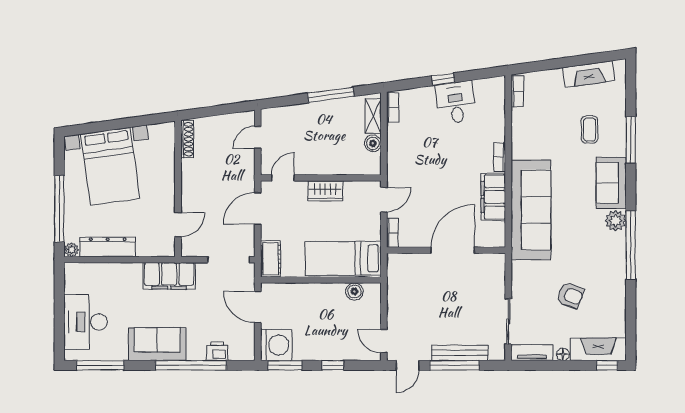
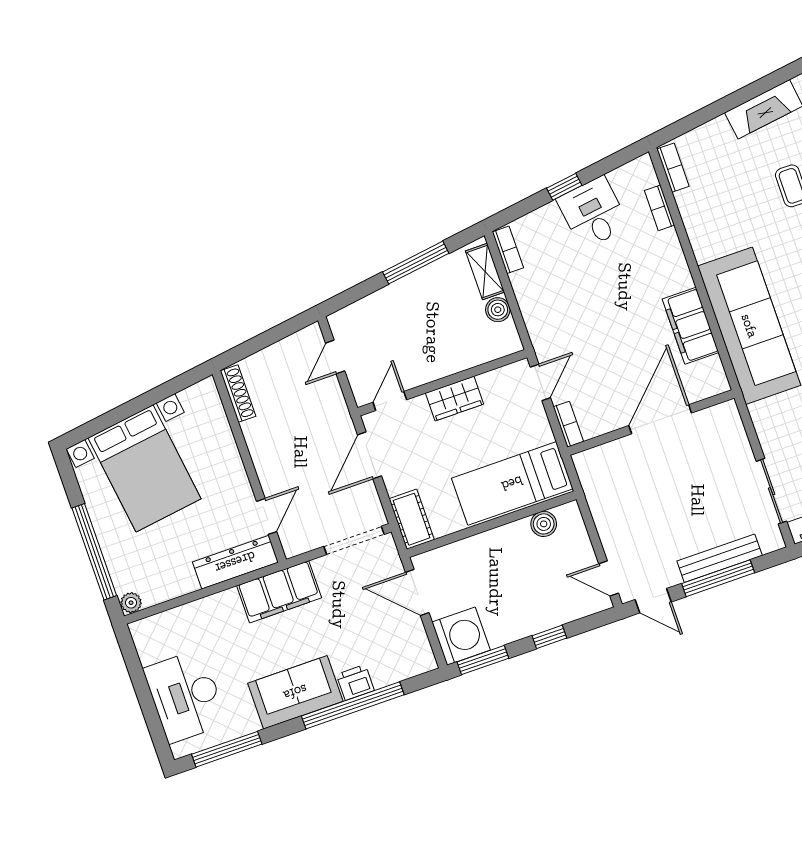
bookcase: (500, 157) -> (659, 208), moved
dresser: (108, 247) -> (235, 562), moved
printer: (217, 351) -> (355, 682), moved
door: (408, 365) -> (653, 601), hinge flipped

